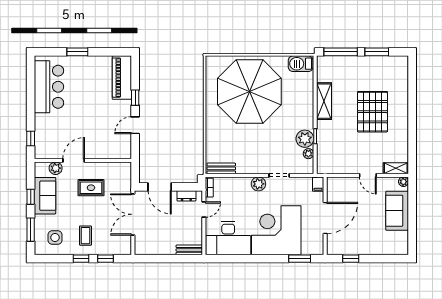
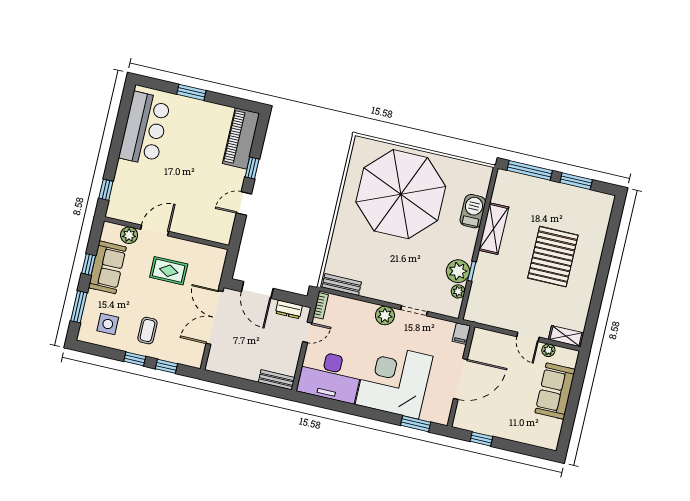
barbecue: (301, 64) -> (473, 211), moved, turned 90
plant: (404, 182) -> (548, 350), moved

